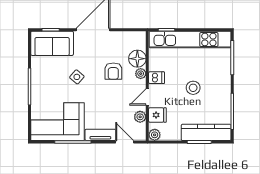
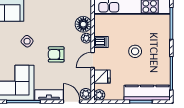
armchair: (113, 71) -> (56, 54), moved, turned 90
plant: (140, 117) -> (86, 94), moved

